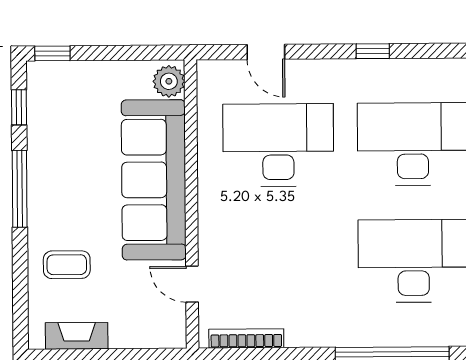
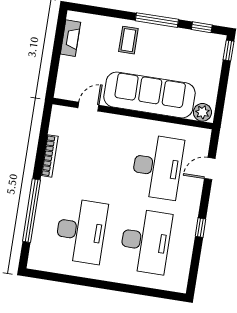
coffee table: (67, 265) -> (128, 40), moved
bookcase: (246, 338) -> (50, 156), moved

